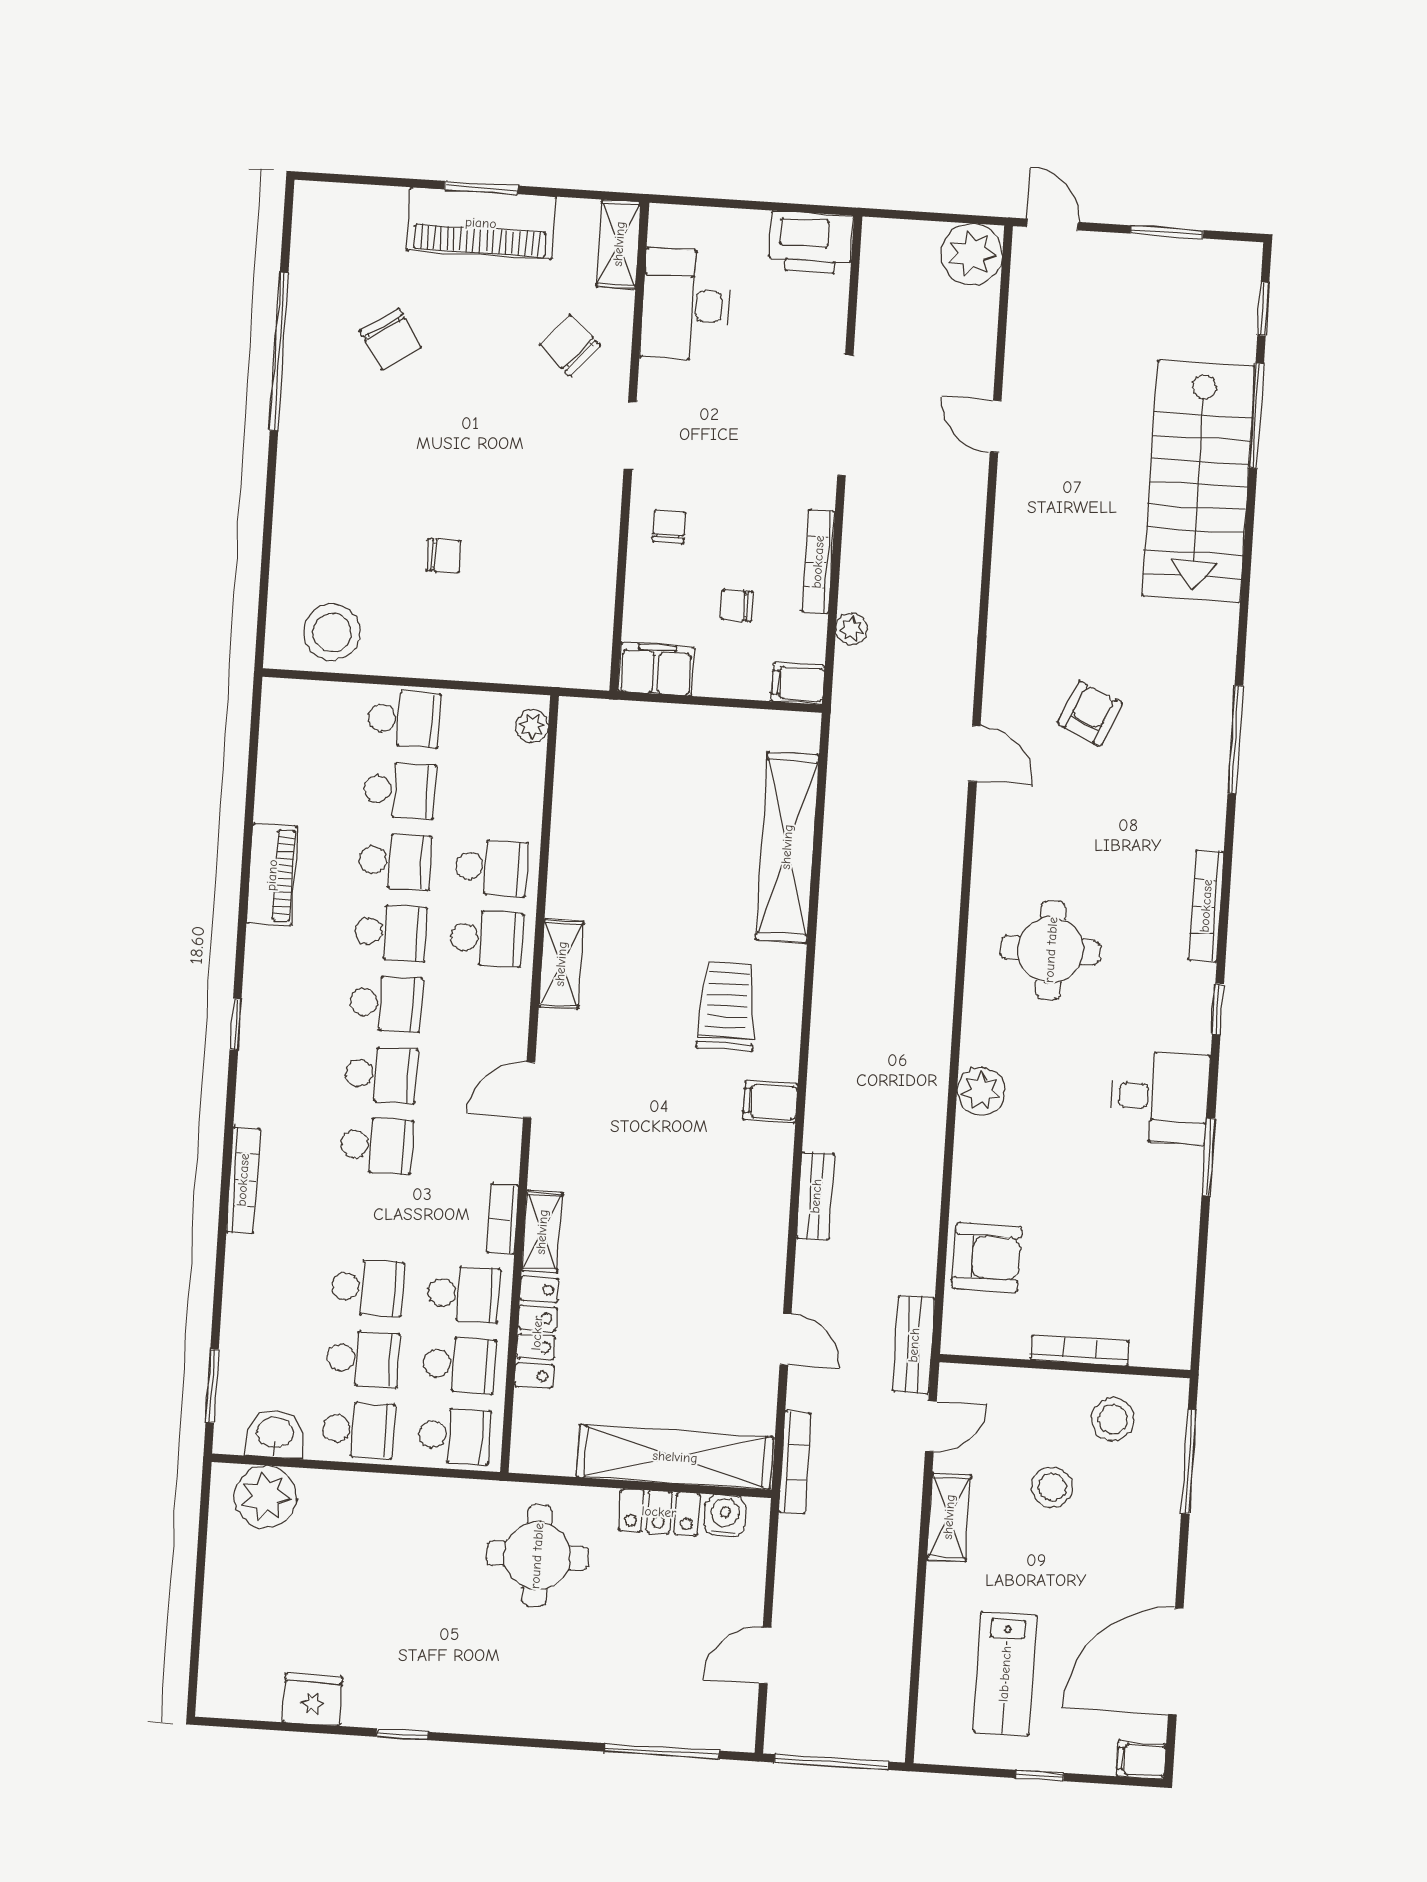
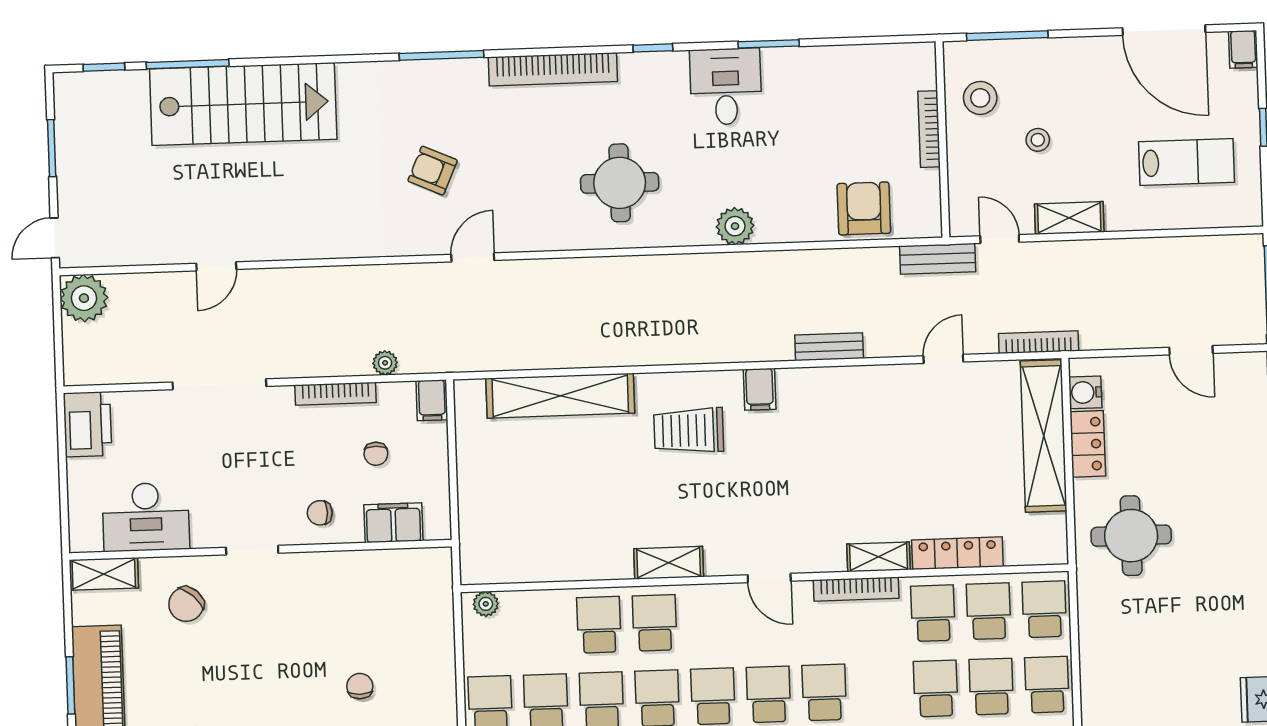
filing cabinet: (656, 669) -> (393, 523), moved, turned 90
bookcase: (1206, 906) -> (553, 69), width x1.48, depth x1.31
bookcase: (503, 1219) -> (856, 589), width x1.56
stool: (1052, 1487) -> (1038, 140), width x0.73, depth x0.73

